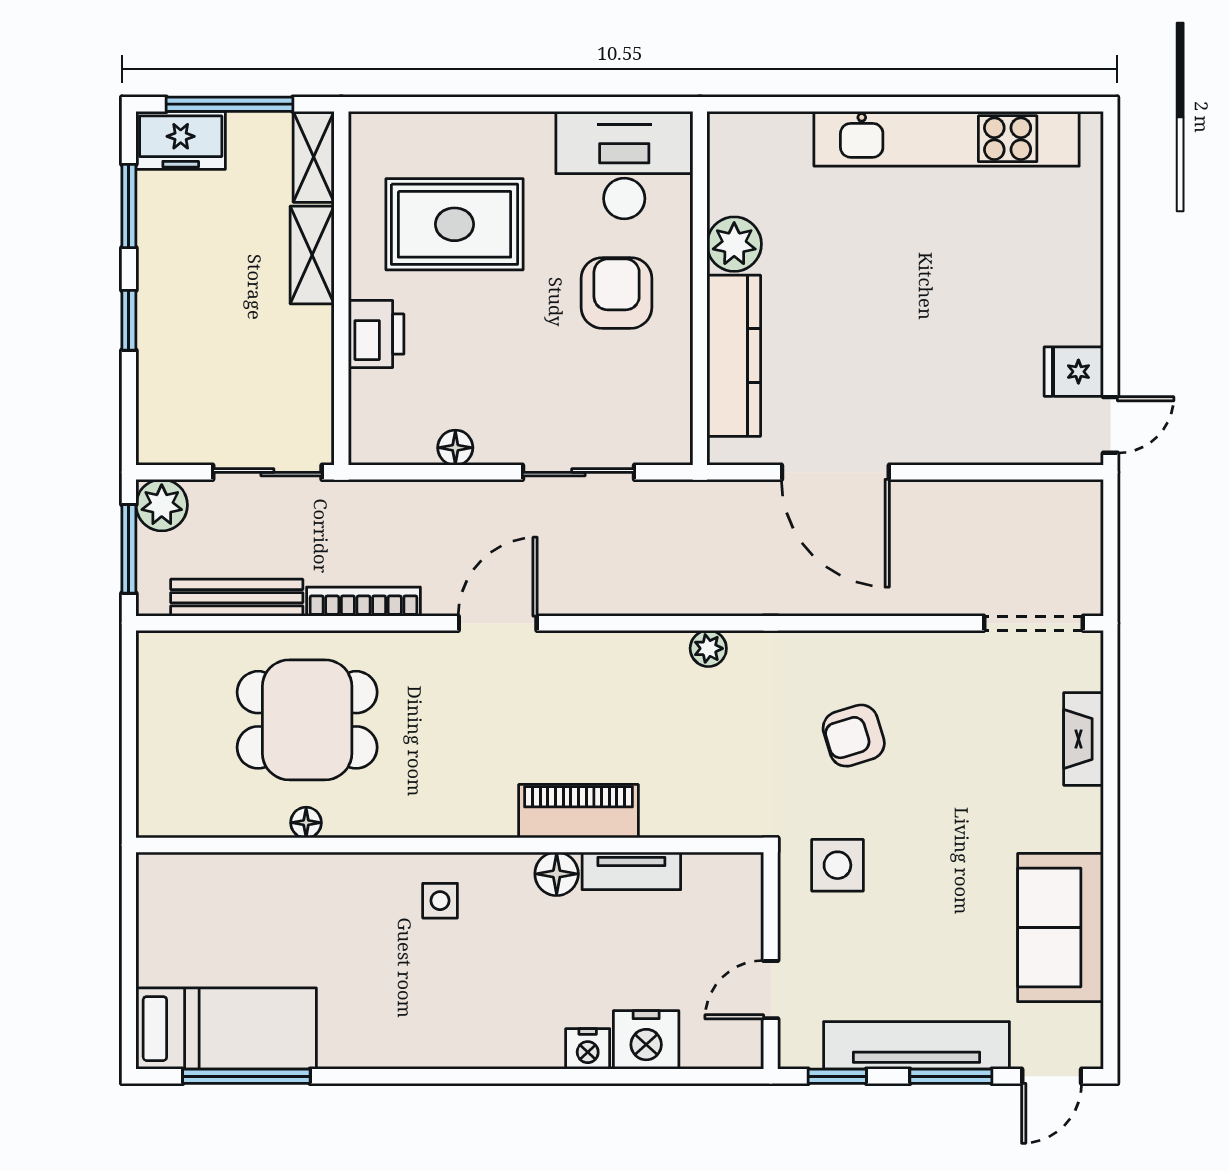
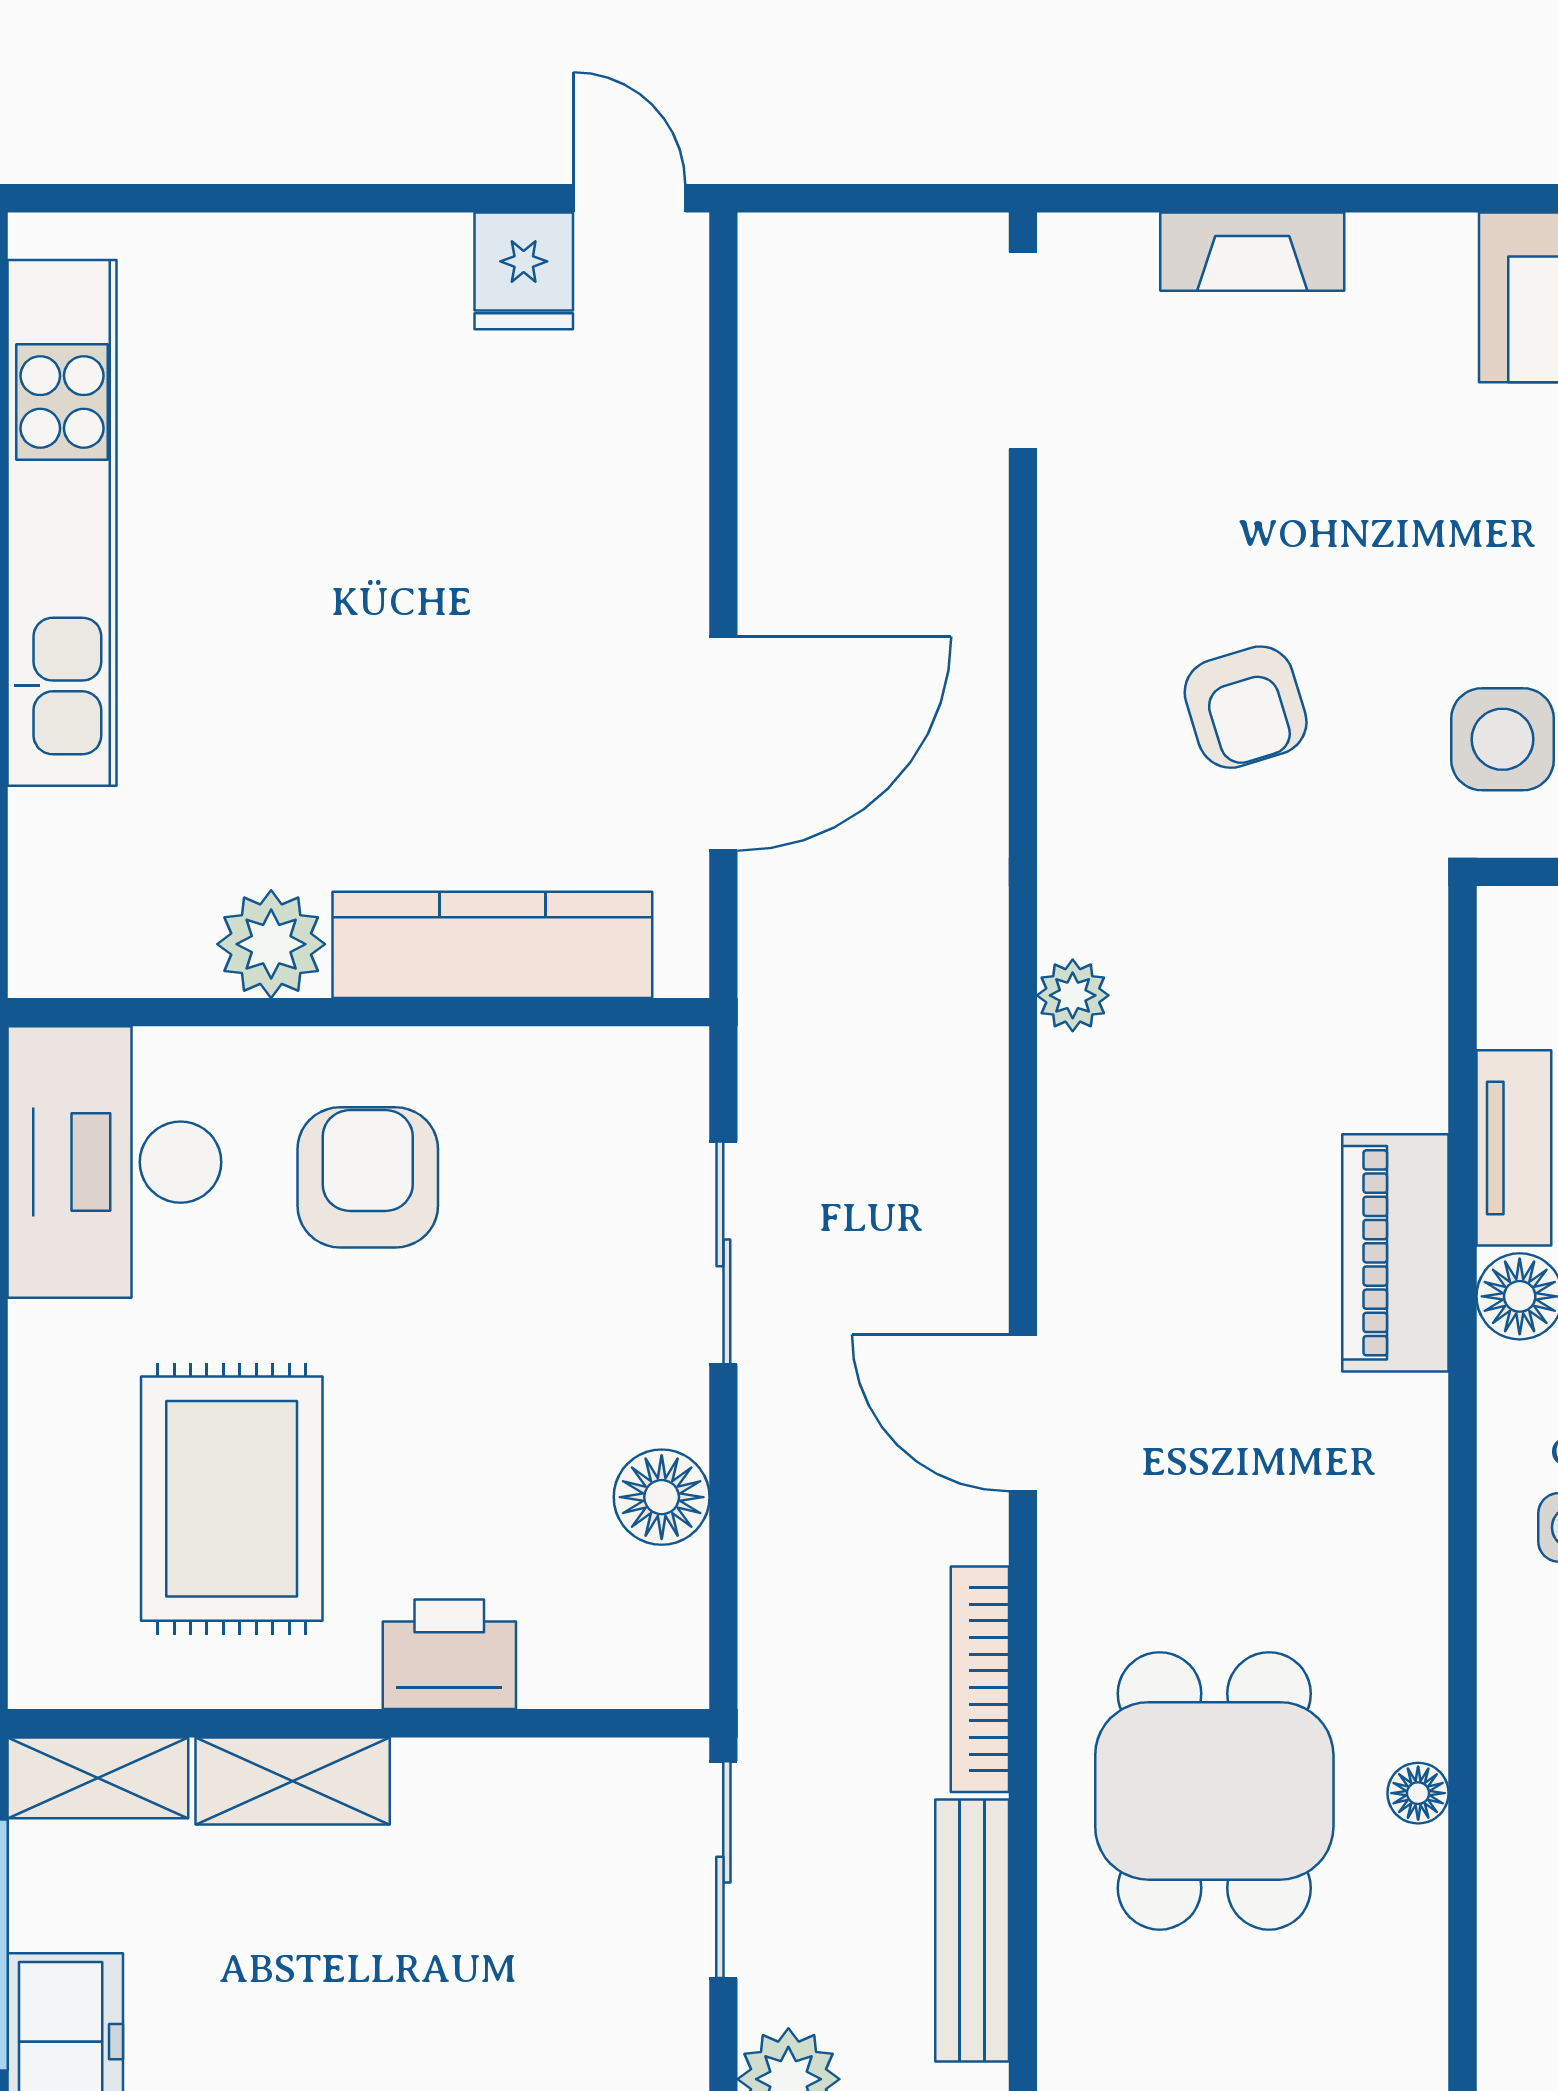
armchair: (617, 293) -> (368, 1177), turned 90
floor lamp: (455, 448) -> (662, 1497), width x1.37, depth x1.37

